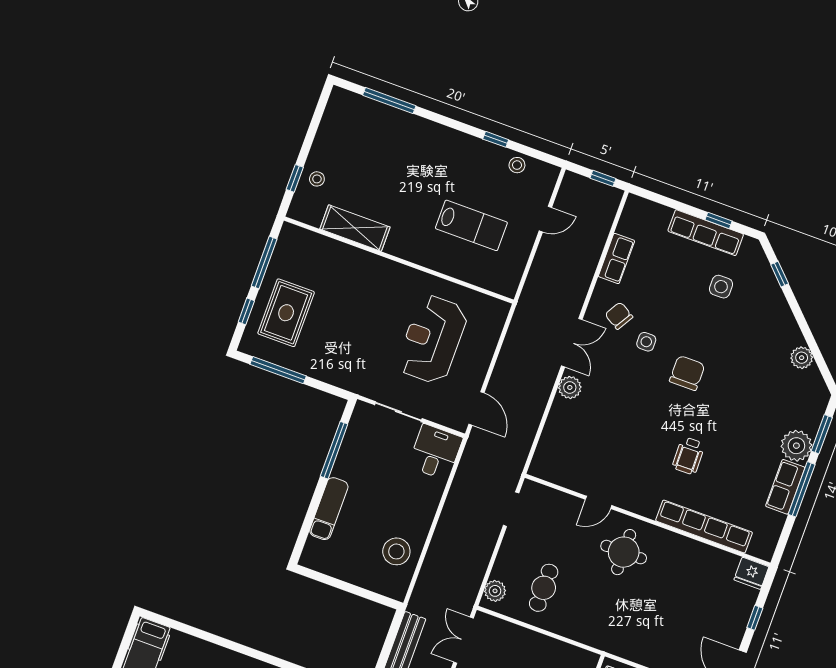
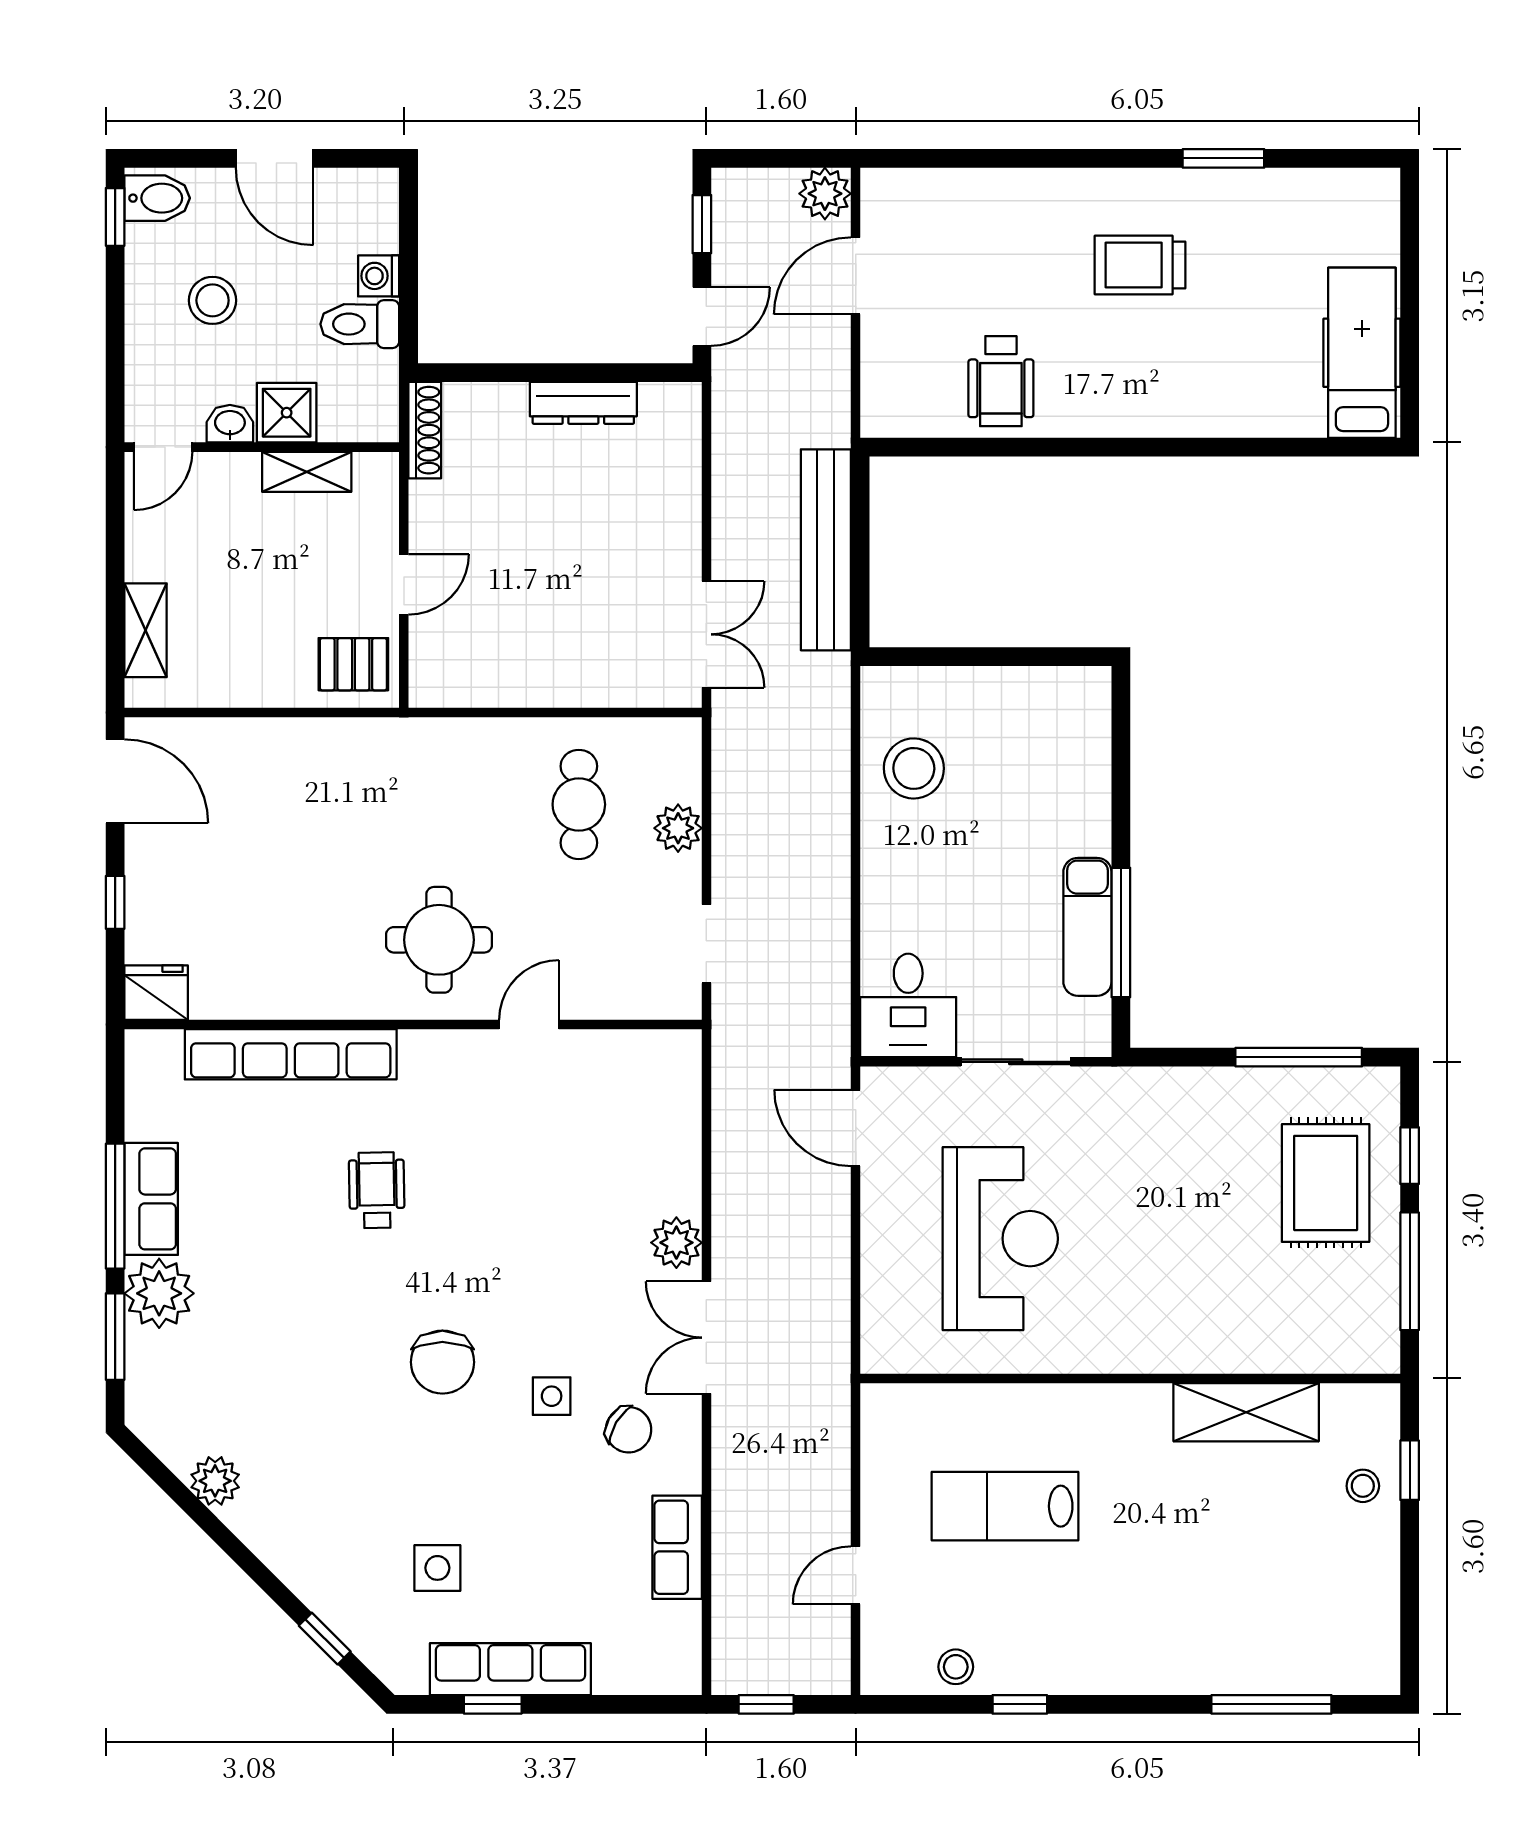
exam couch: (329, 509) -> (1087, 927), moved
plant: (495, 591) -> (678, 828), moved

